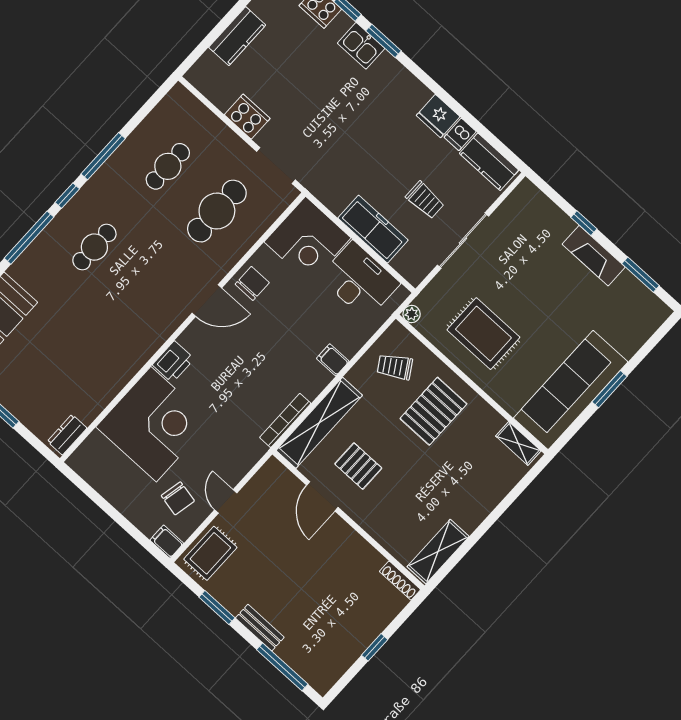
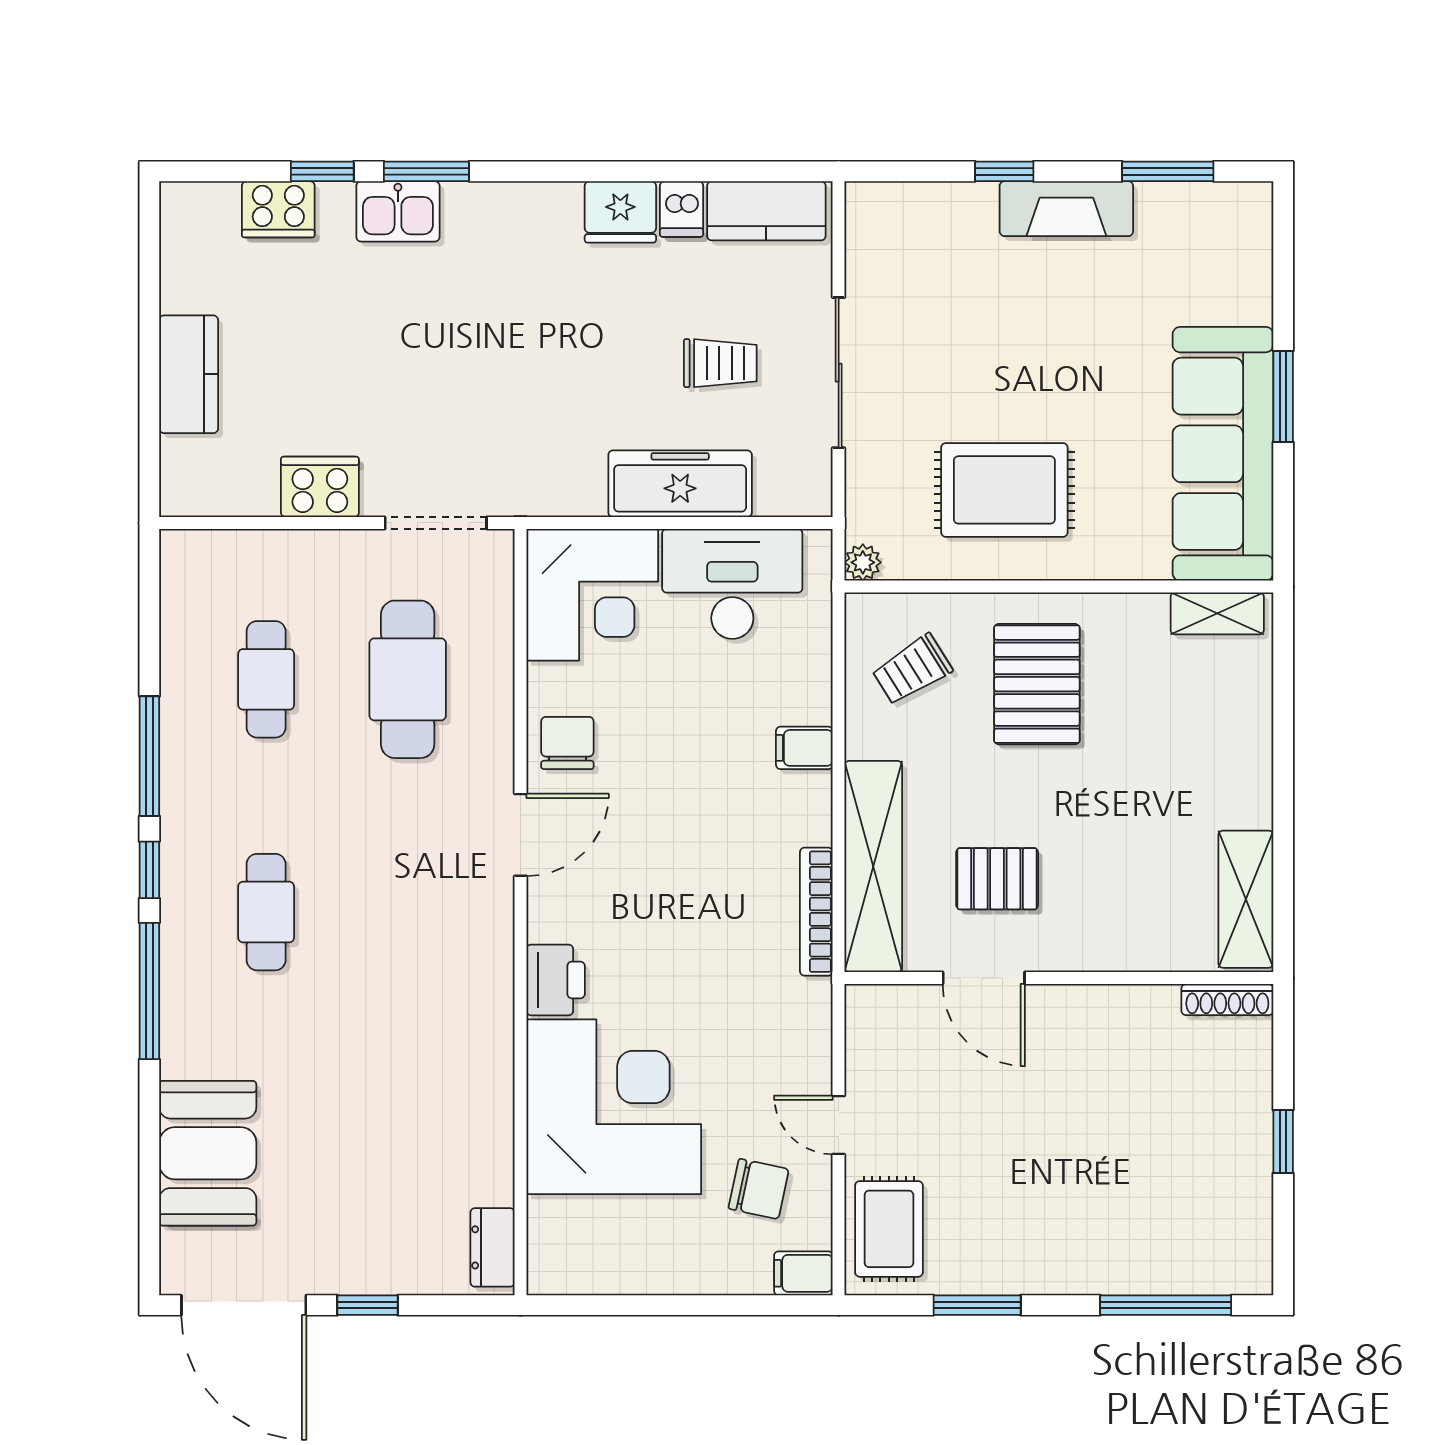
bench: (260, 628) -> (1074, 1275), removed

